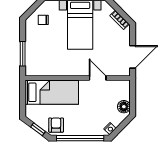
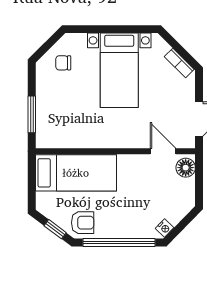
door: (98, 78) -> (163, 151), moved
floor lamp: (124, 107) -> (186, 168), moved
armchair: (56, 125) -> (83, 223), turned 90

